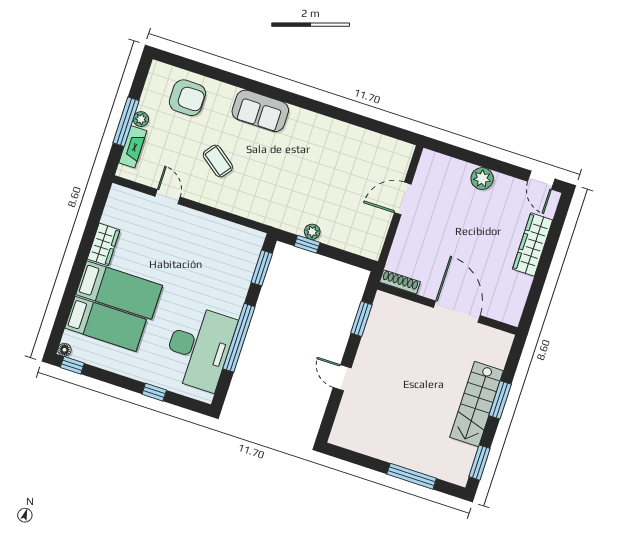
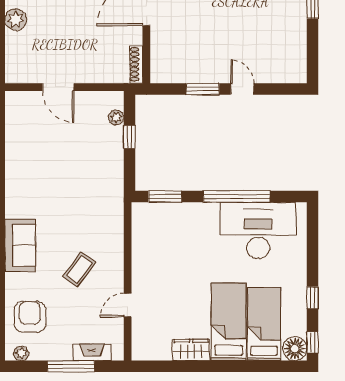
plant: (141, 119) -> (21, 353), moved
plant: (312, 232) -> (116, 117), moved
window: (307, 244) -> (129, 137), moved
window: (361, 319) -> (203, 89), moved
floor lamp: (64, 350) -> (295, 349), width x1.89, depth x1.89
door: (342, 378) -> (242, 89), swing flipped
window: (154, 392) -> (312, 298), moved

